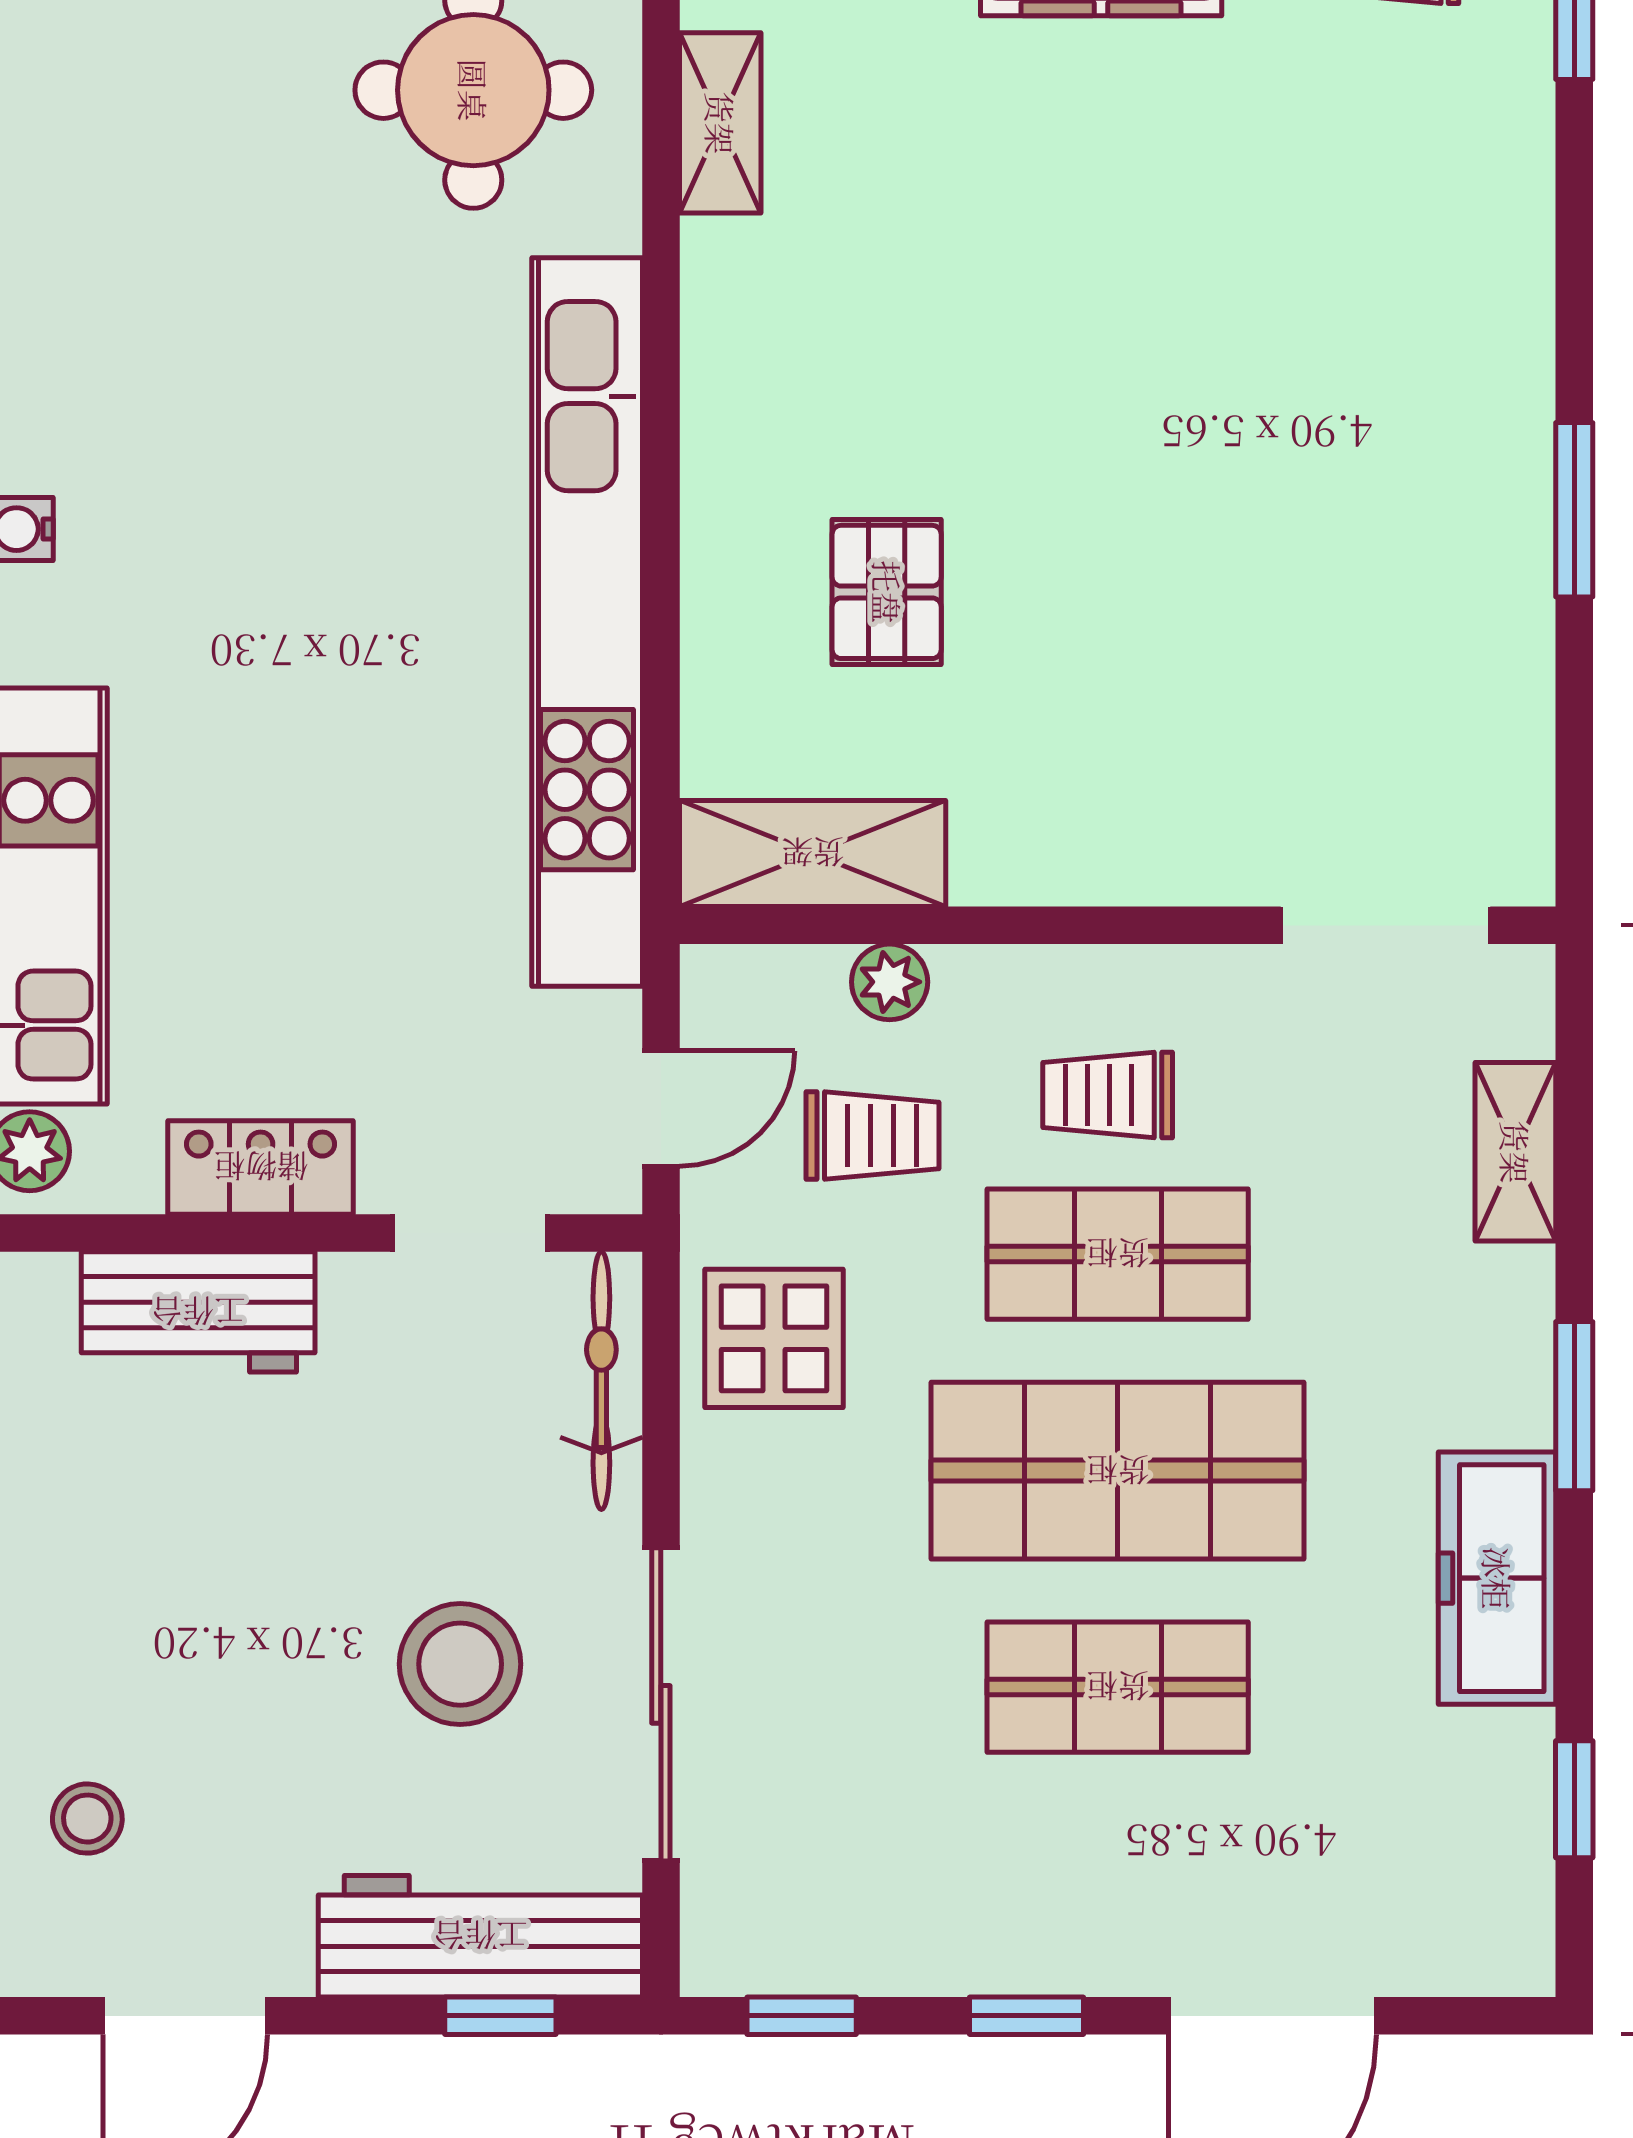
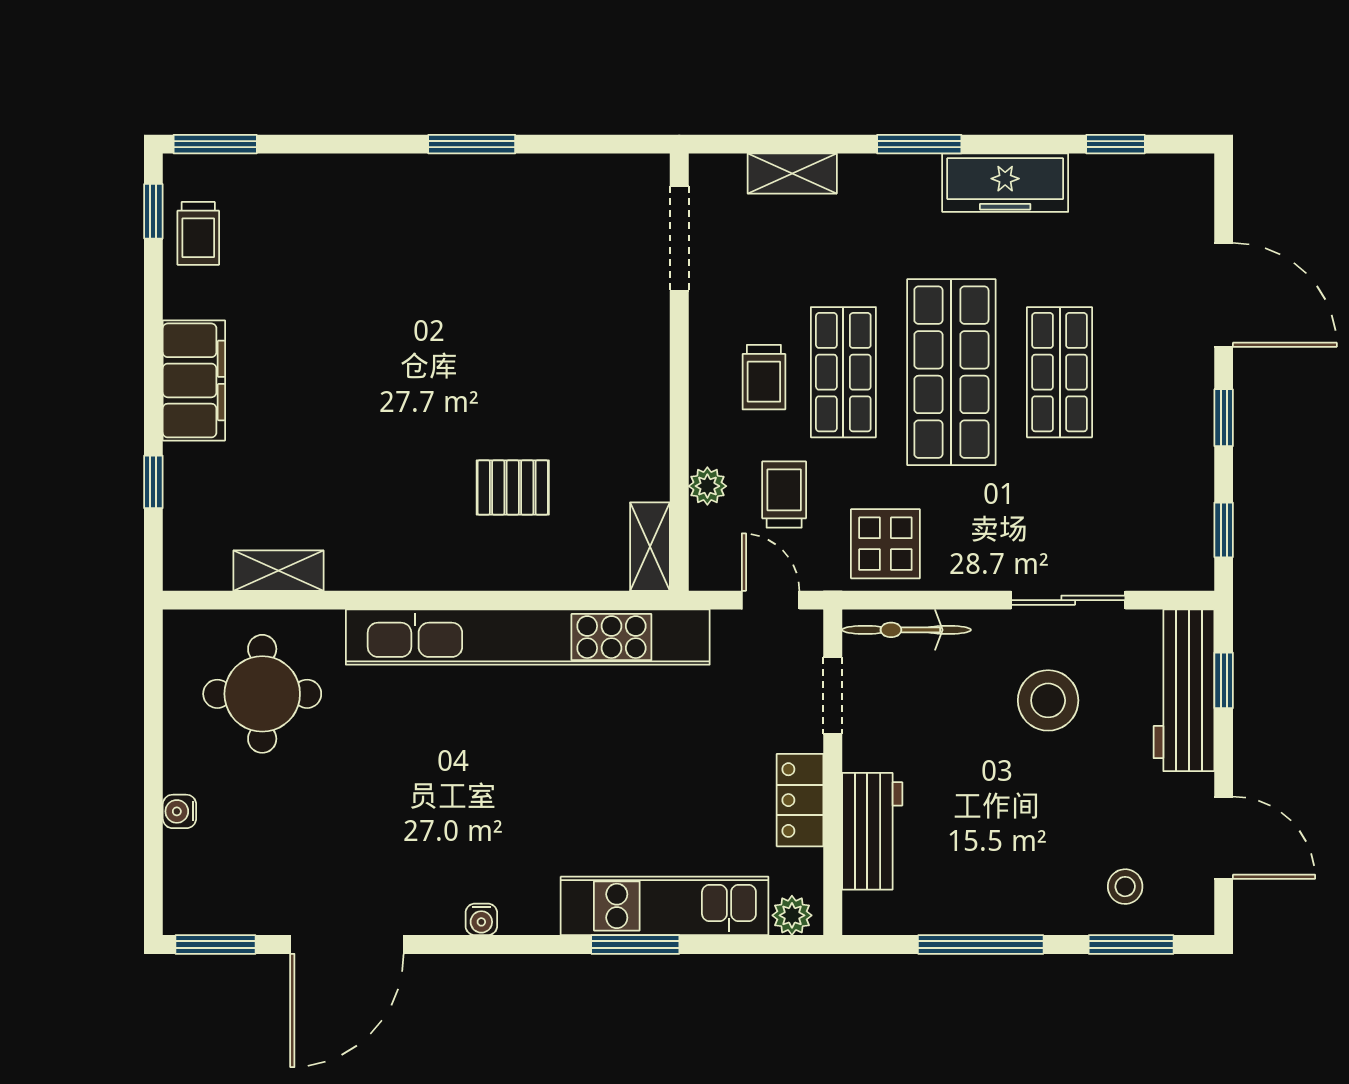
shelving: (813, 853) -> (650, 547), width x0.67, depth x0.75
sliding door: (661, 1704) -> (1068, 600), width x0.73

